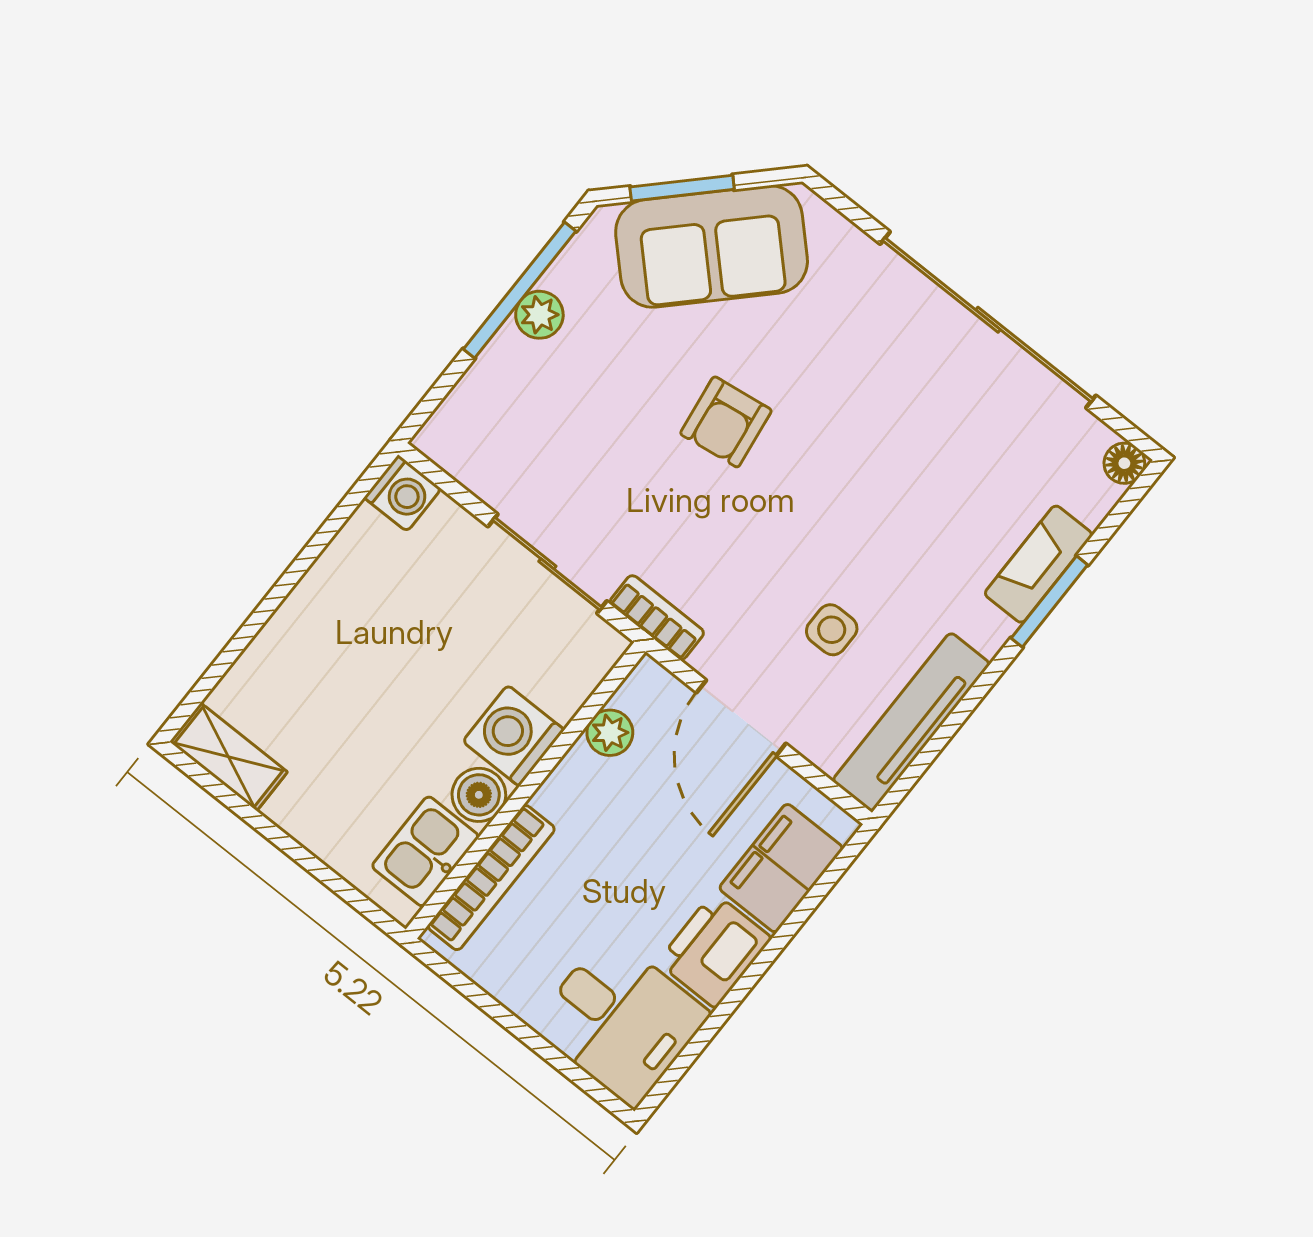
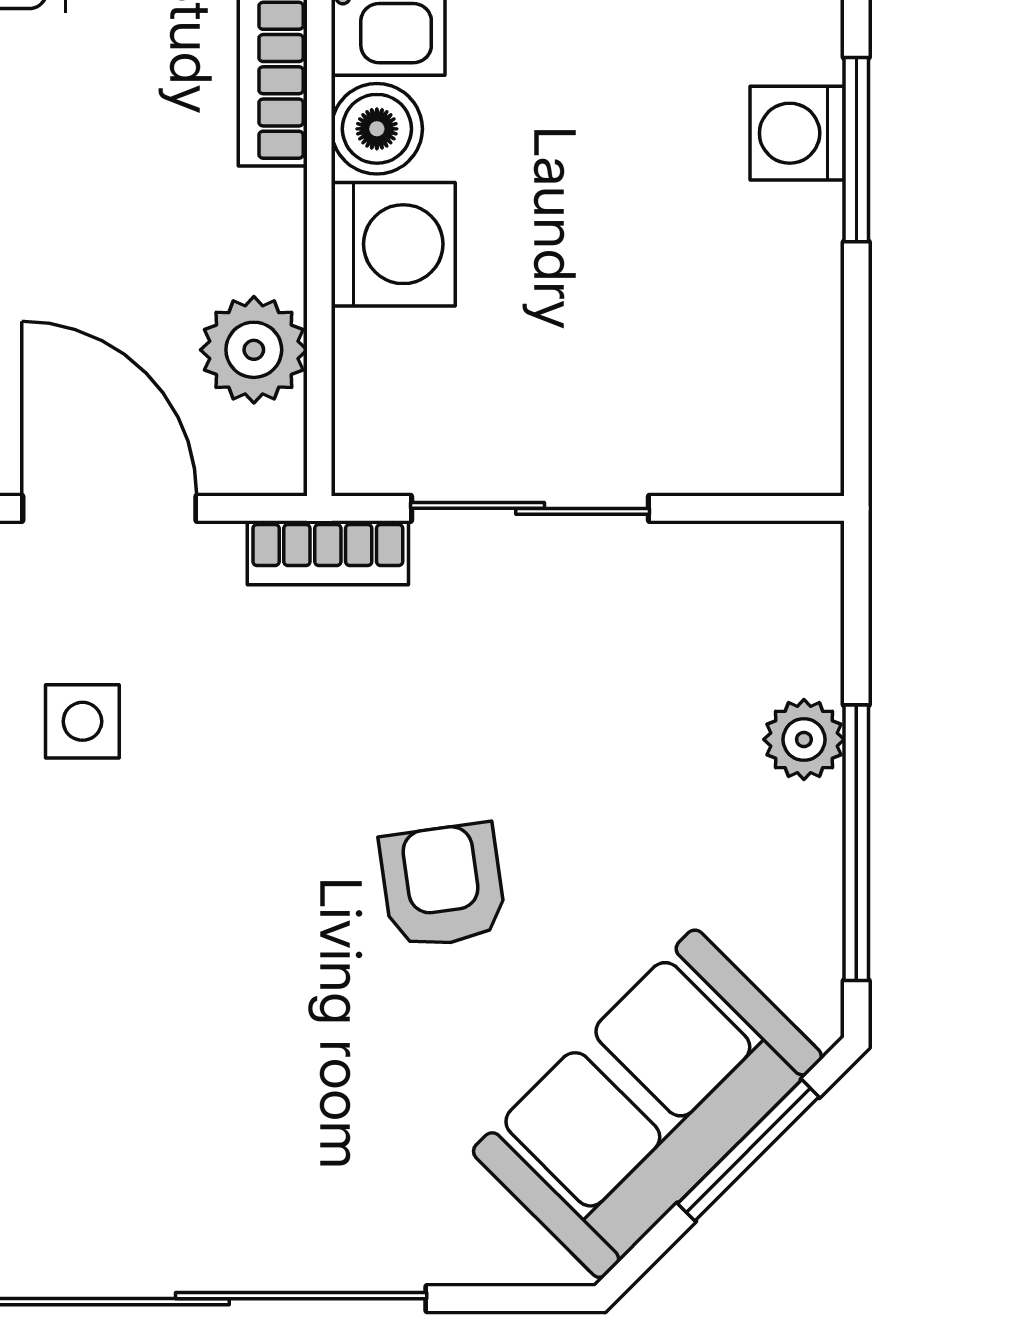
plant: (539, 315) -> (804, 739), moved
washing machine: (403, 493) -> (797, 133), moved
window: (266, 609) -> (856, 150), added
plant: (610, 733) -> (254, 350), width x1.38, depth x1.38

